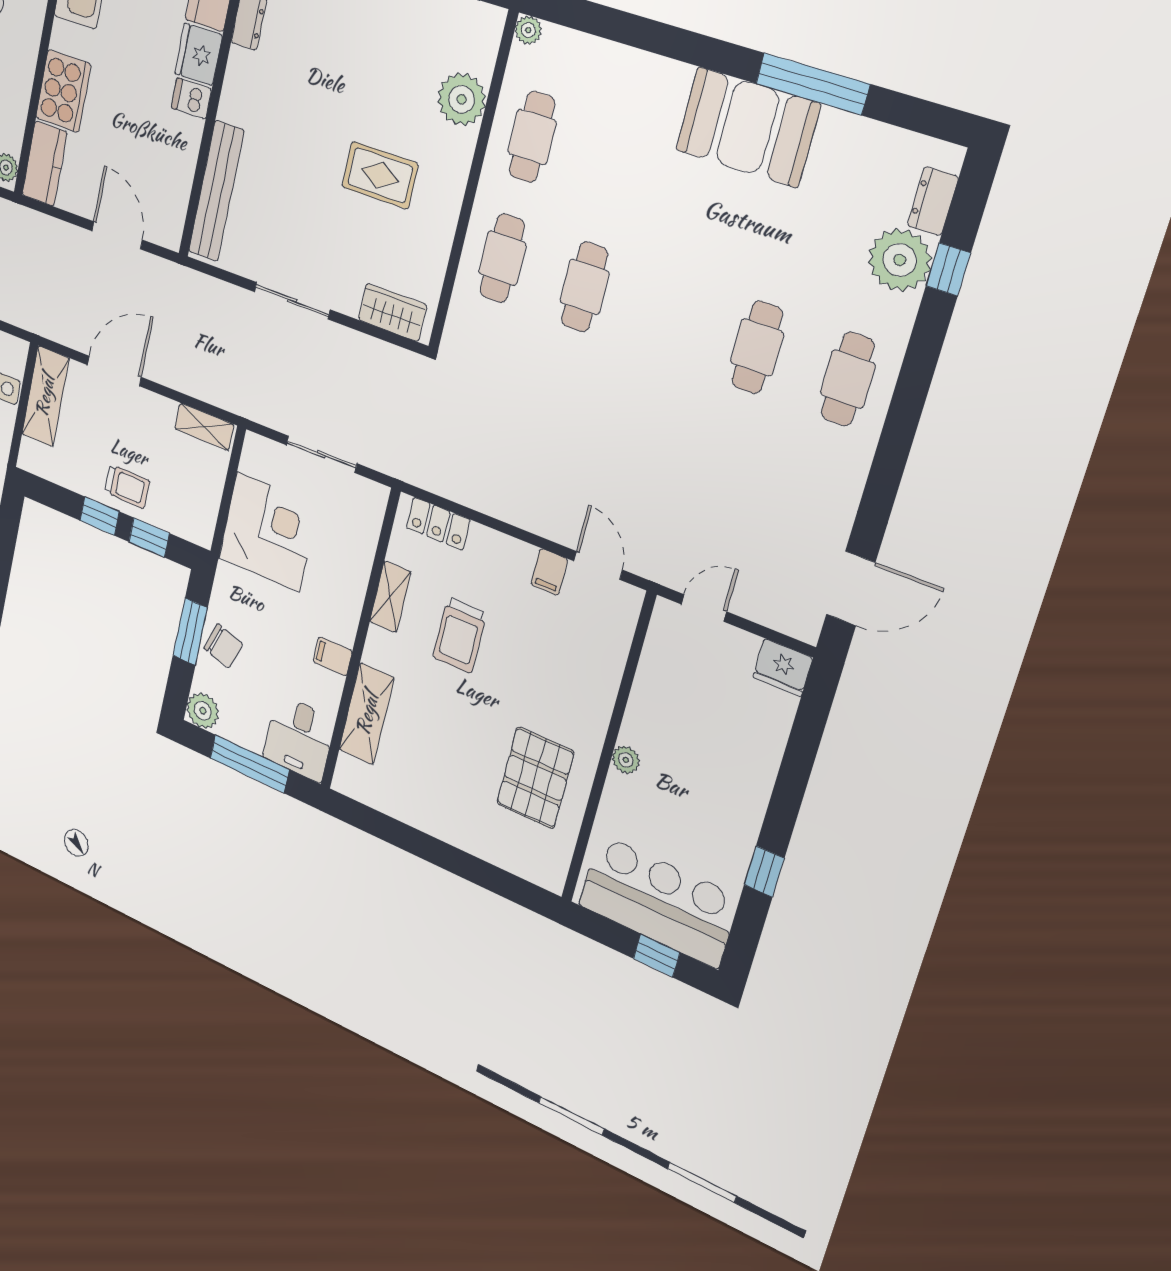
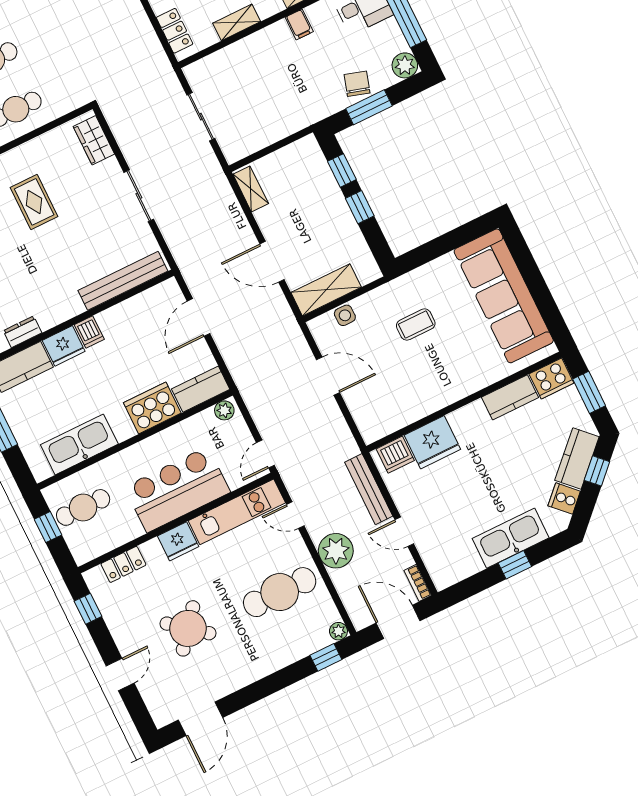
trolley: (127, 486) -> (327, 205), removed
corner desk: (268, 532) -> (270, 111), removed

